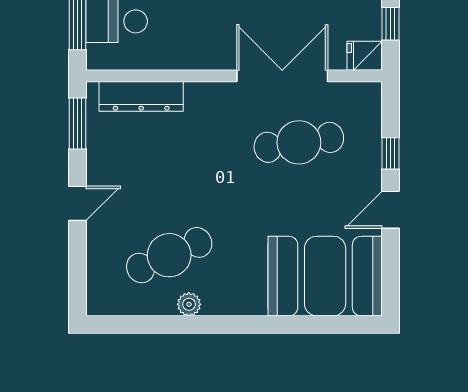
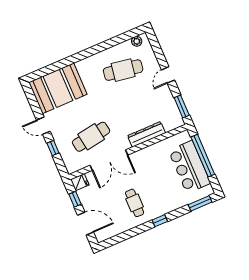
dresser: (141, 96) -> (146, 134), moved
door: (390, 210) -> (43, 126), swing flipped
cafe table: (169, 255) -> (123, 70), turned 33
plant: (189, 304) -> (137, 41), moved

